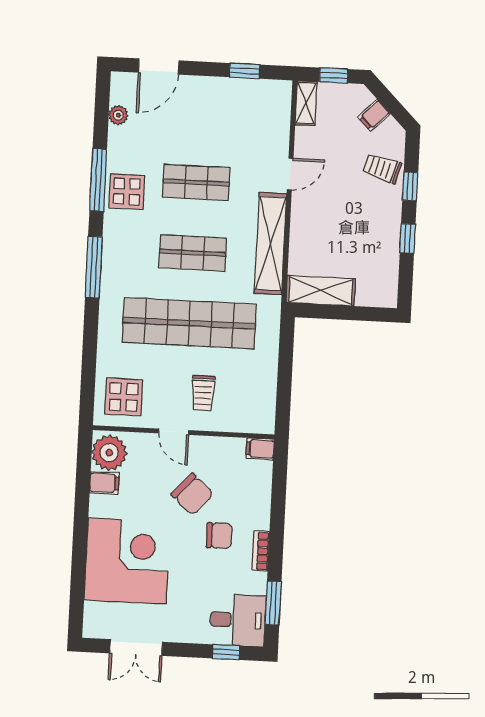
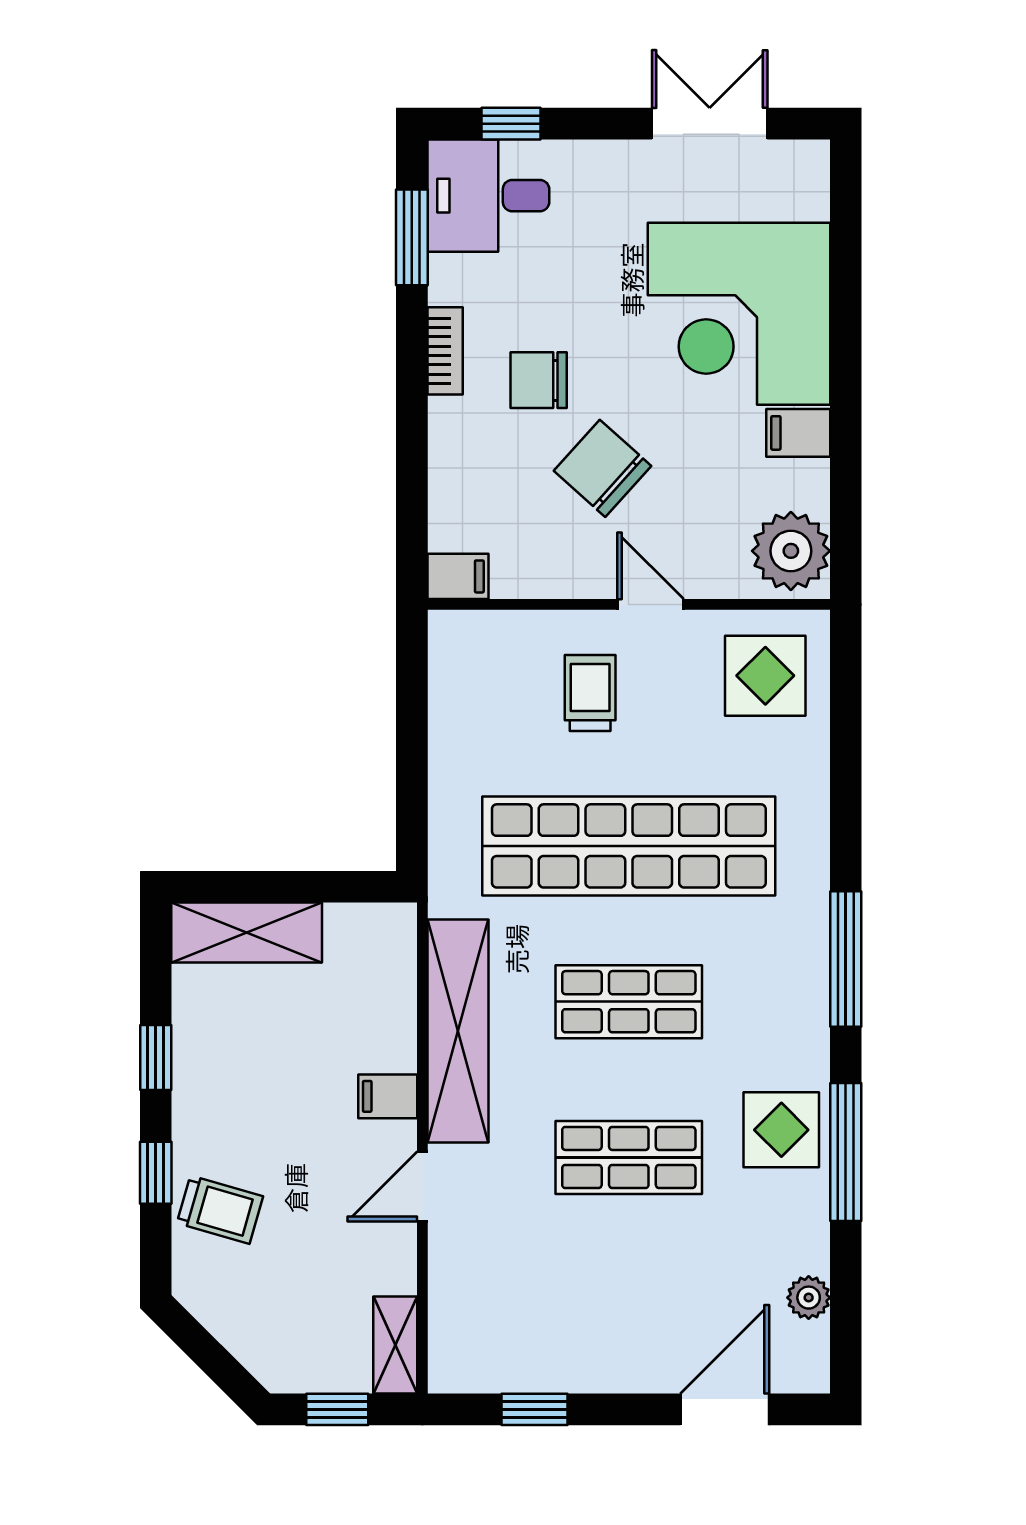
filing cabinet: (374, 115) -> (388, 1096), moved, turned -135
shelving: (321, 291) -> (247, 932), moved
filing cabinet: (104, 483) -> (798, 433), moved

